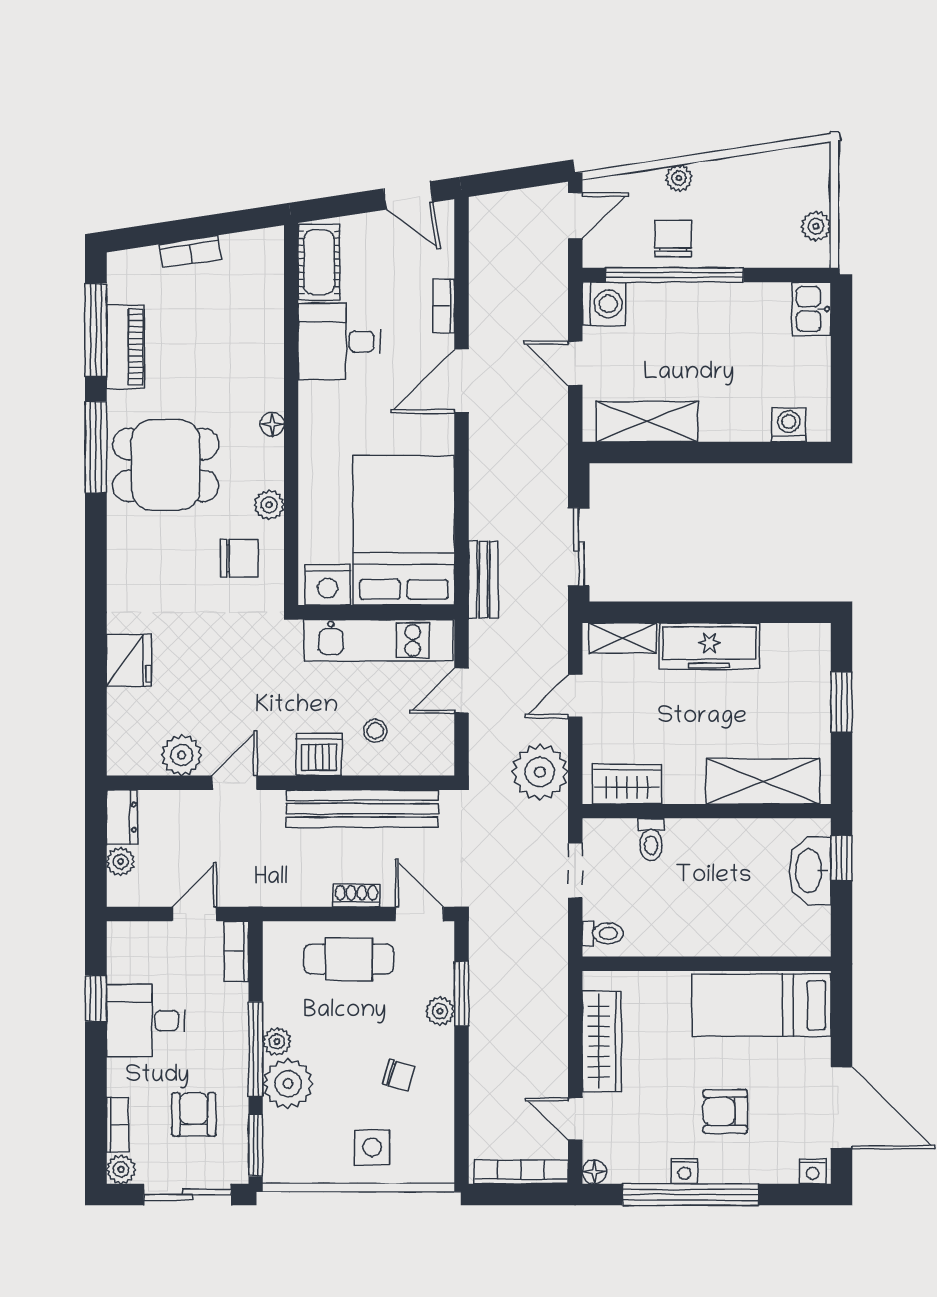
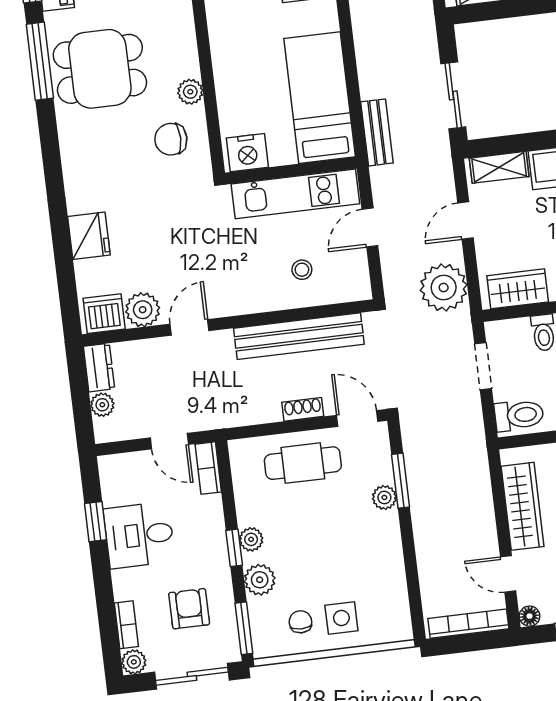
floor lamp: (272, 424) -> (185, 24), removed
bed: (404, 530) -> (320, 98), width x0.67
chair: (239, 558) -> (171, 139), turned 180
dishwasher: (319, 754) -> (104, 314), moved
door: (194, 914) -> (169, 441), swing flipped
toilet: (603, 933) -> (519, 415), width x1.37, depth x1.39
window: (256, 1049) -> (234, 548), width x0.46
chair: (399, 1076) -> (300, 622), moved, turned -107
plant: (288, 1084) -> (260, 580), width x0.73, depth x0.73

